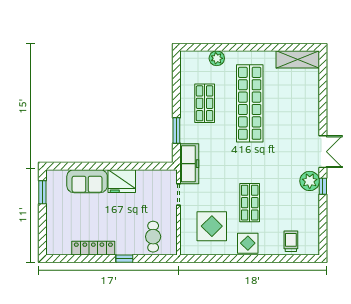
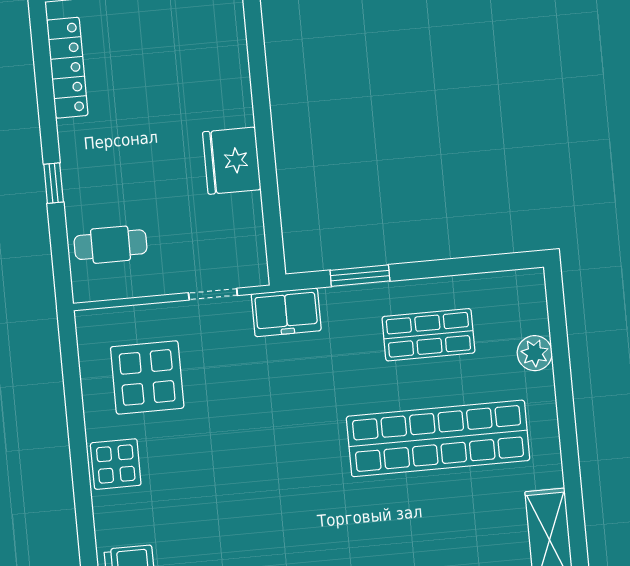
freezer: (189, 164) -> (286, 312), width x0.71
sofa: (87, 181) -> (224, 81), removed
shop shelf: (250, 203) -> (209, 460), removed
locker: (93, 248) -> (67, 68), moved

